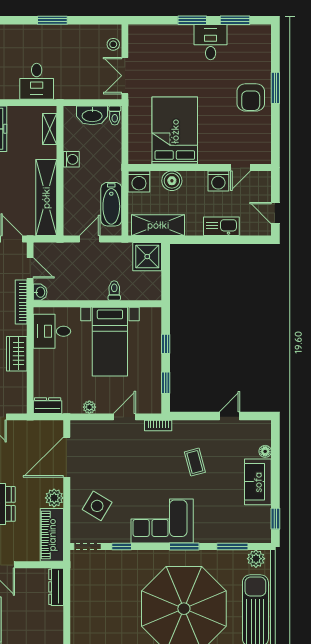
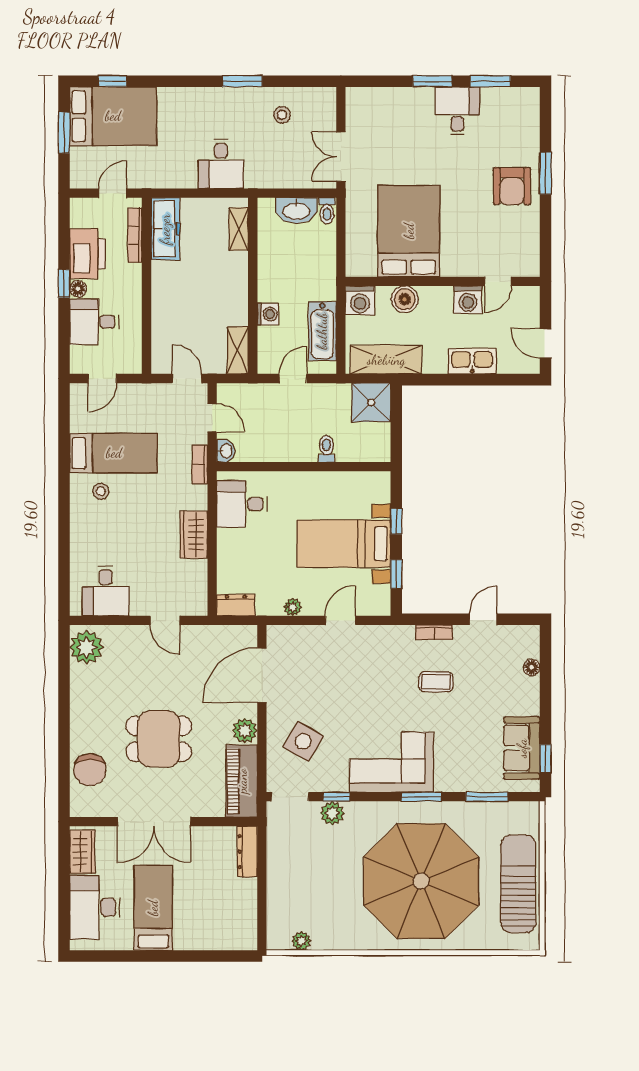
stool: (113, 44) -> (282, 115), moved
washing machine: (71, 159) -> (268, 314), moved
shelving: (46, 198) -> (238, 350), width x0.45, depth x0.75
bookcase: (21, 302) -> (200, 464), width x0.64
bed with nightstands: (110, 342) -> (344, 544), moved, turned 90
bookcase: (158, 426) -> (434, 632), moved
coffee table: (195, 462) -> (436, 682), turned -75
sofa: (258, 482) -> (522, 748), moved
plant: (256, 559) -> (332, 813), moved

